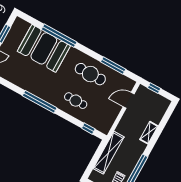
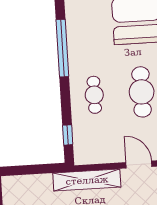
shelving: (109, 153) -> (87, 180), moved

